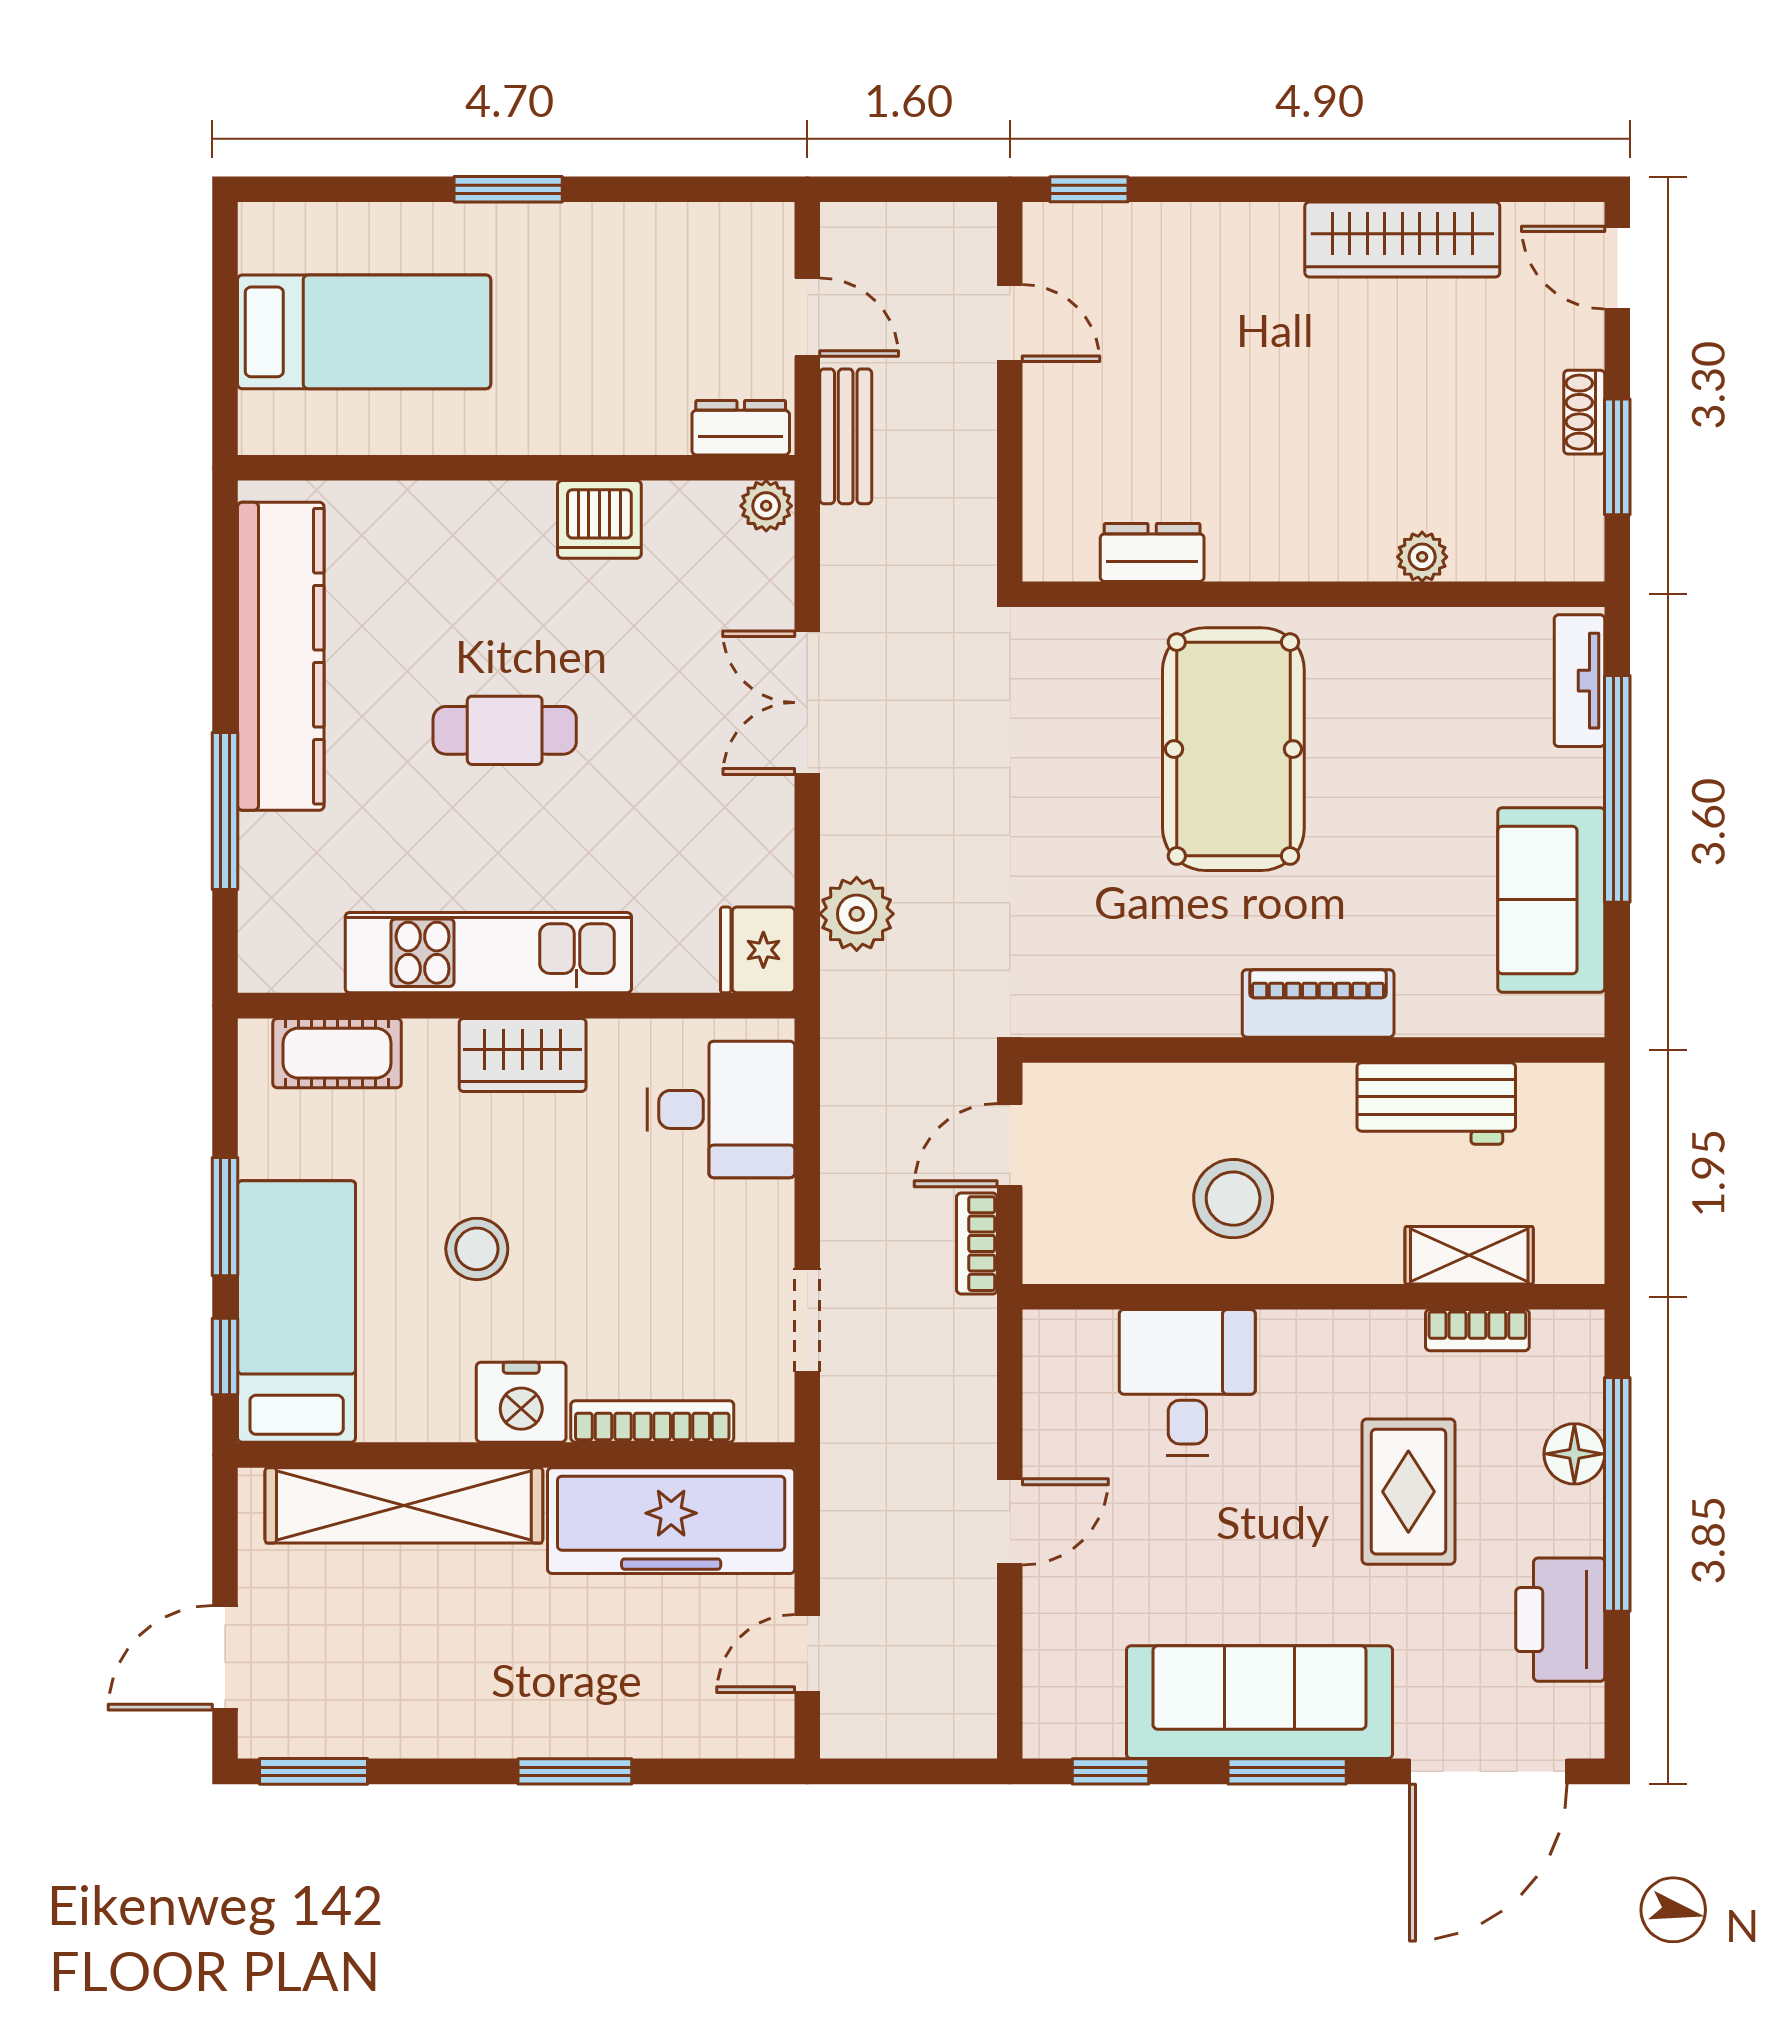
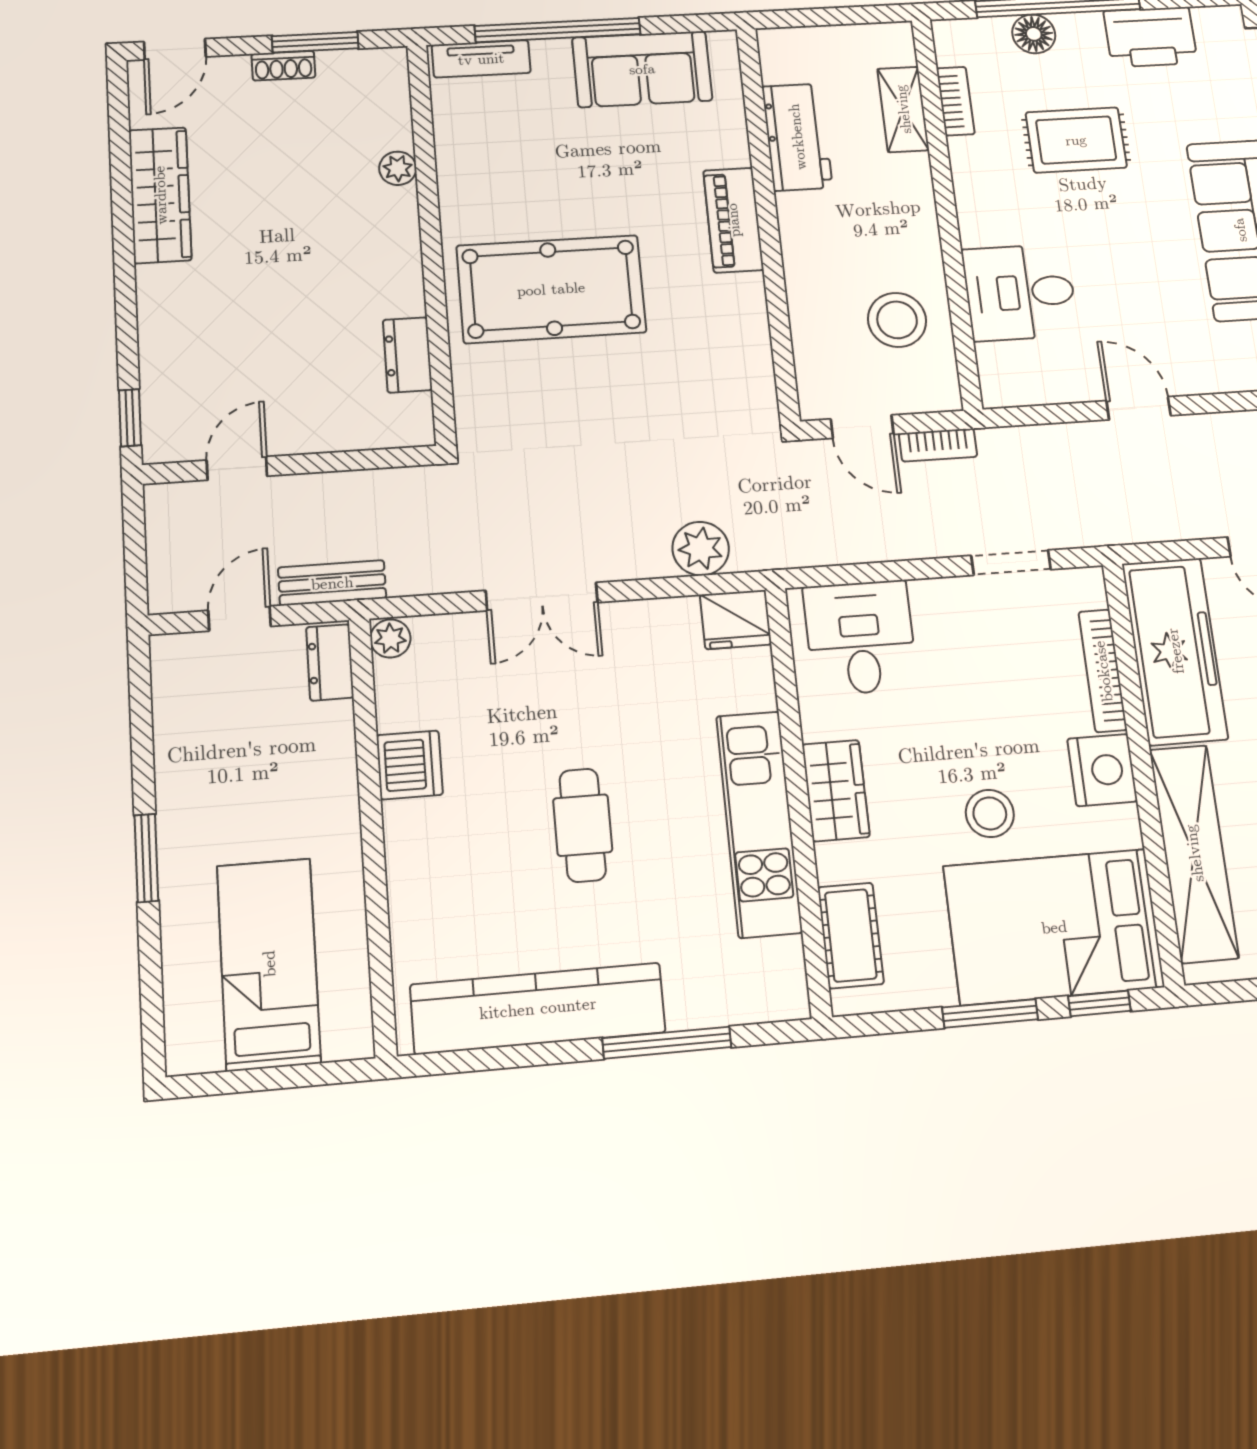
stool: (1233, 1199) -> (897, 320), moved
bed: (297, 1311) -> (1054, 927), width x1.50

